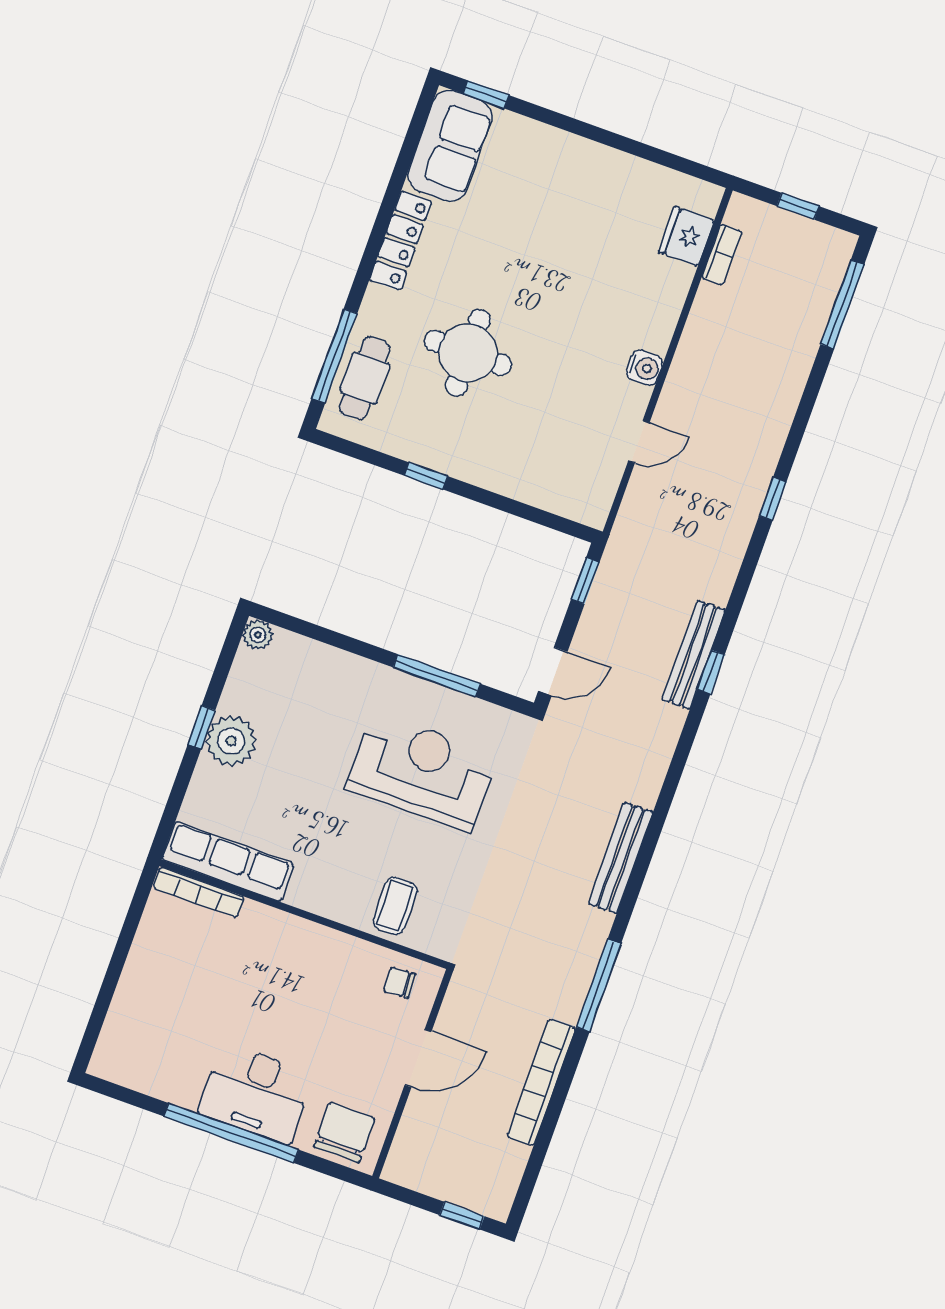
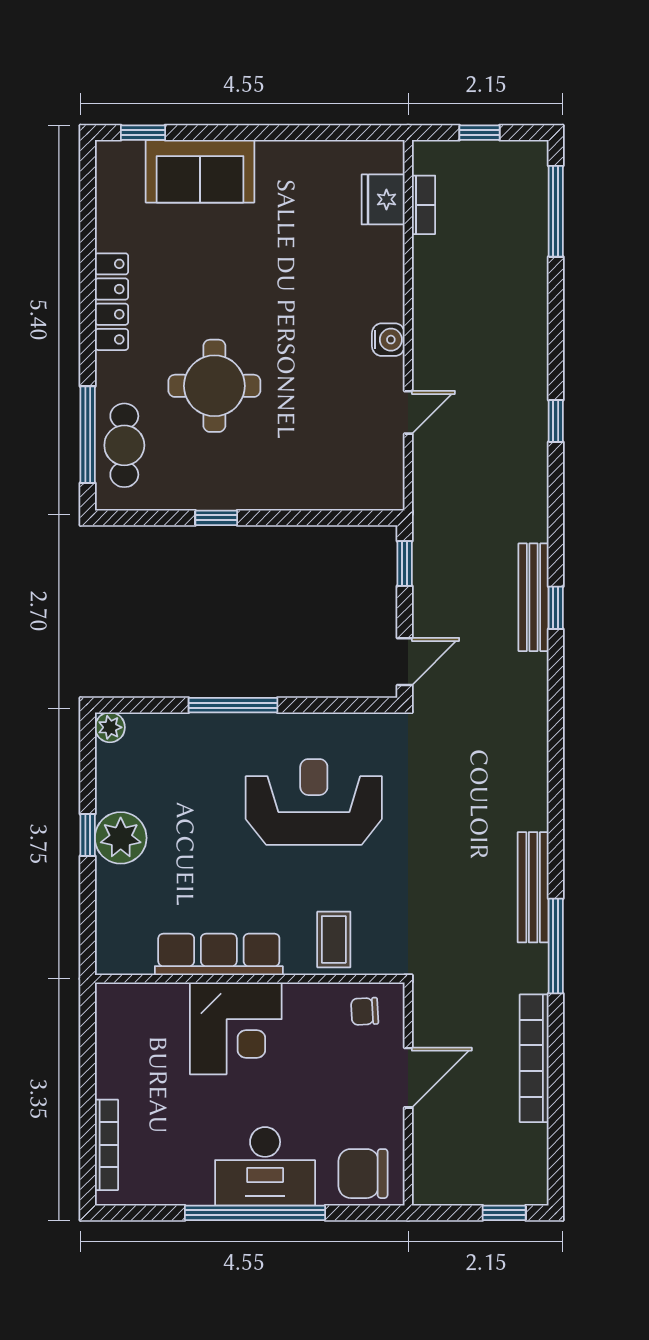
sofa: (450, 146) -> (200, 171), moved, turned 90
window: (437, 676) -> (233, 705), moved
bench: (621, 858) -> (533, 887), moved
row of seats: (228, 862) -> (219, 954), moved
bookcase: (199, 892) -> (106, 1145), moved, turned -90
corner desk: (275, 956) -> (236, 1028), added
chair: (344, 1132) -> (363, 1174), turned -90

